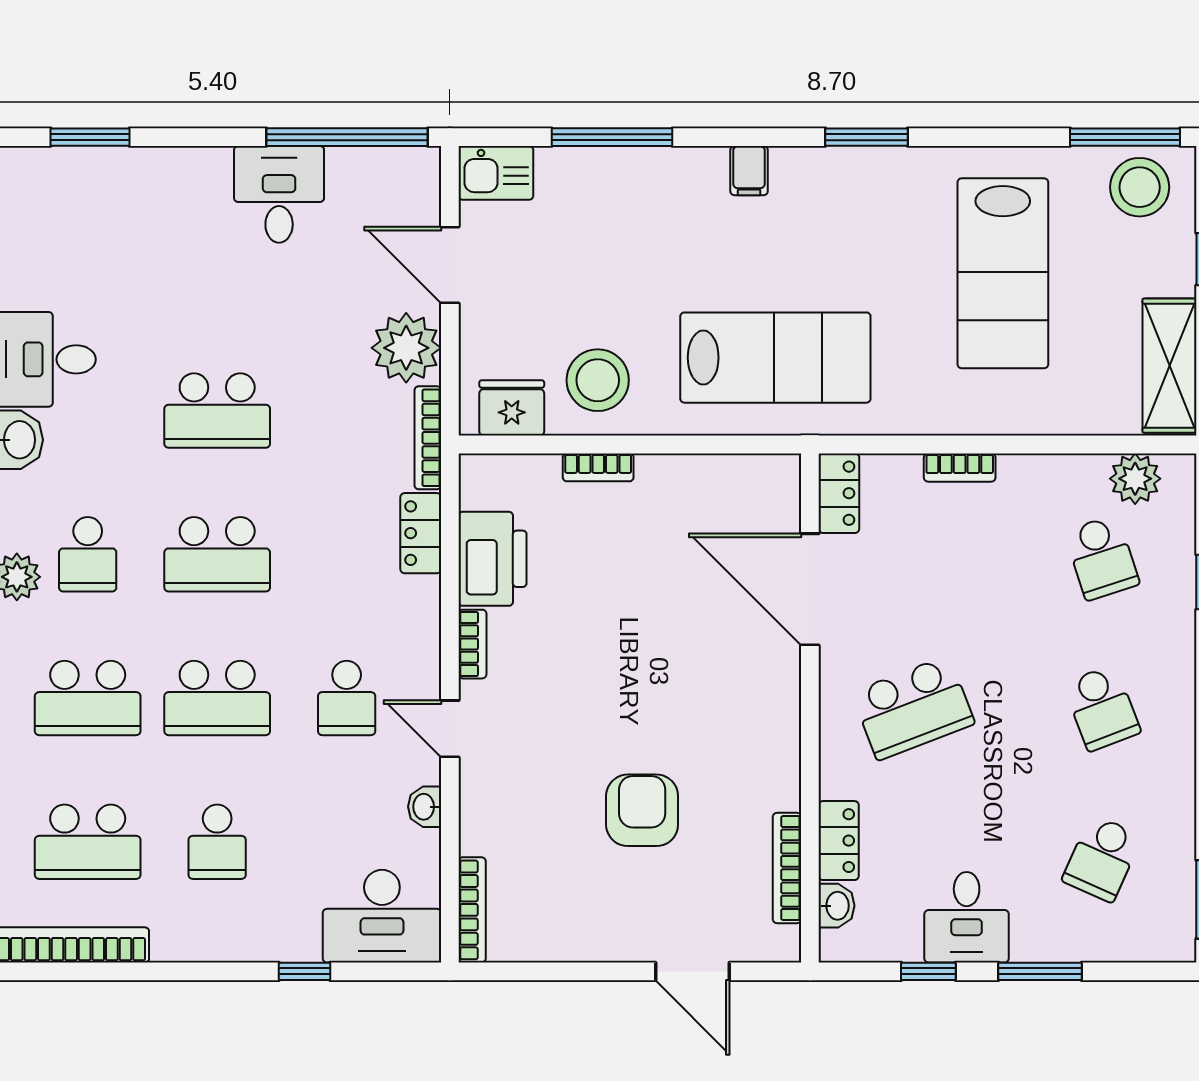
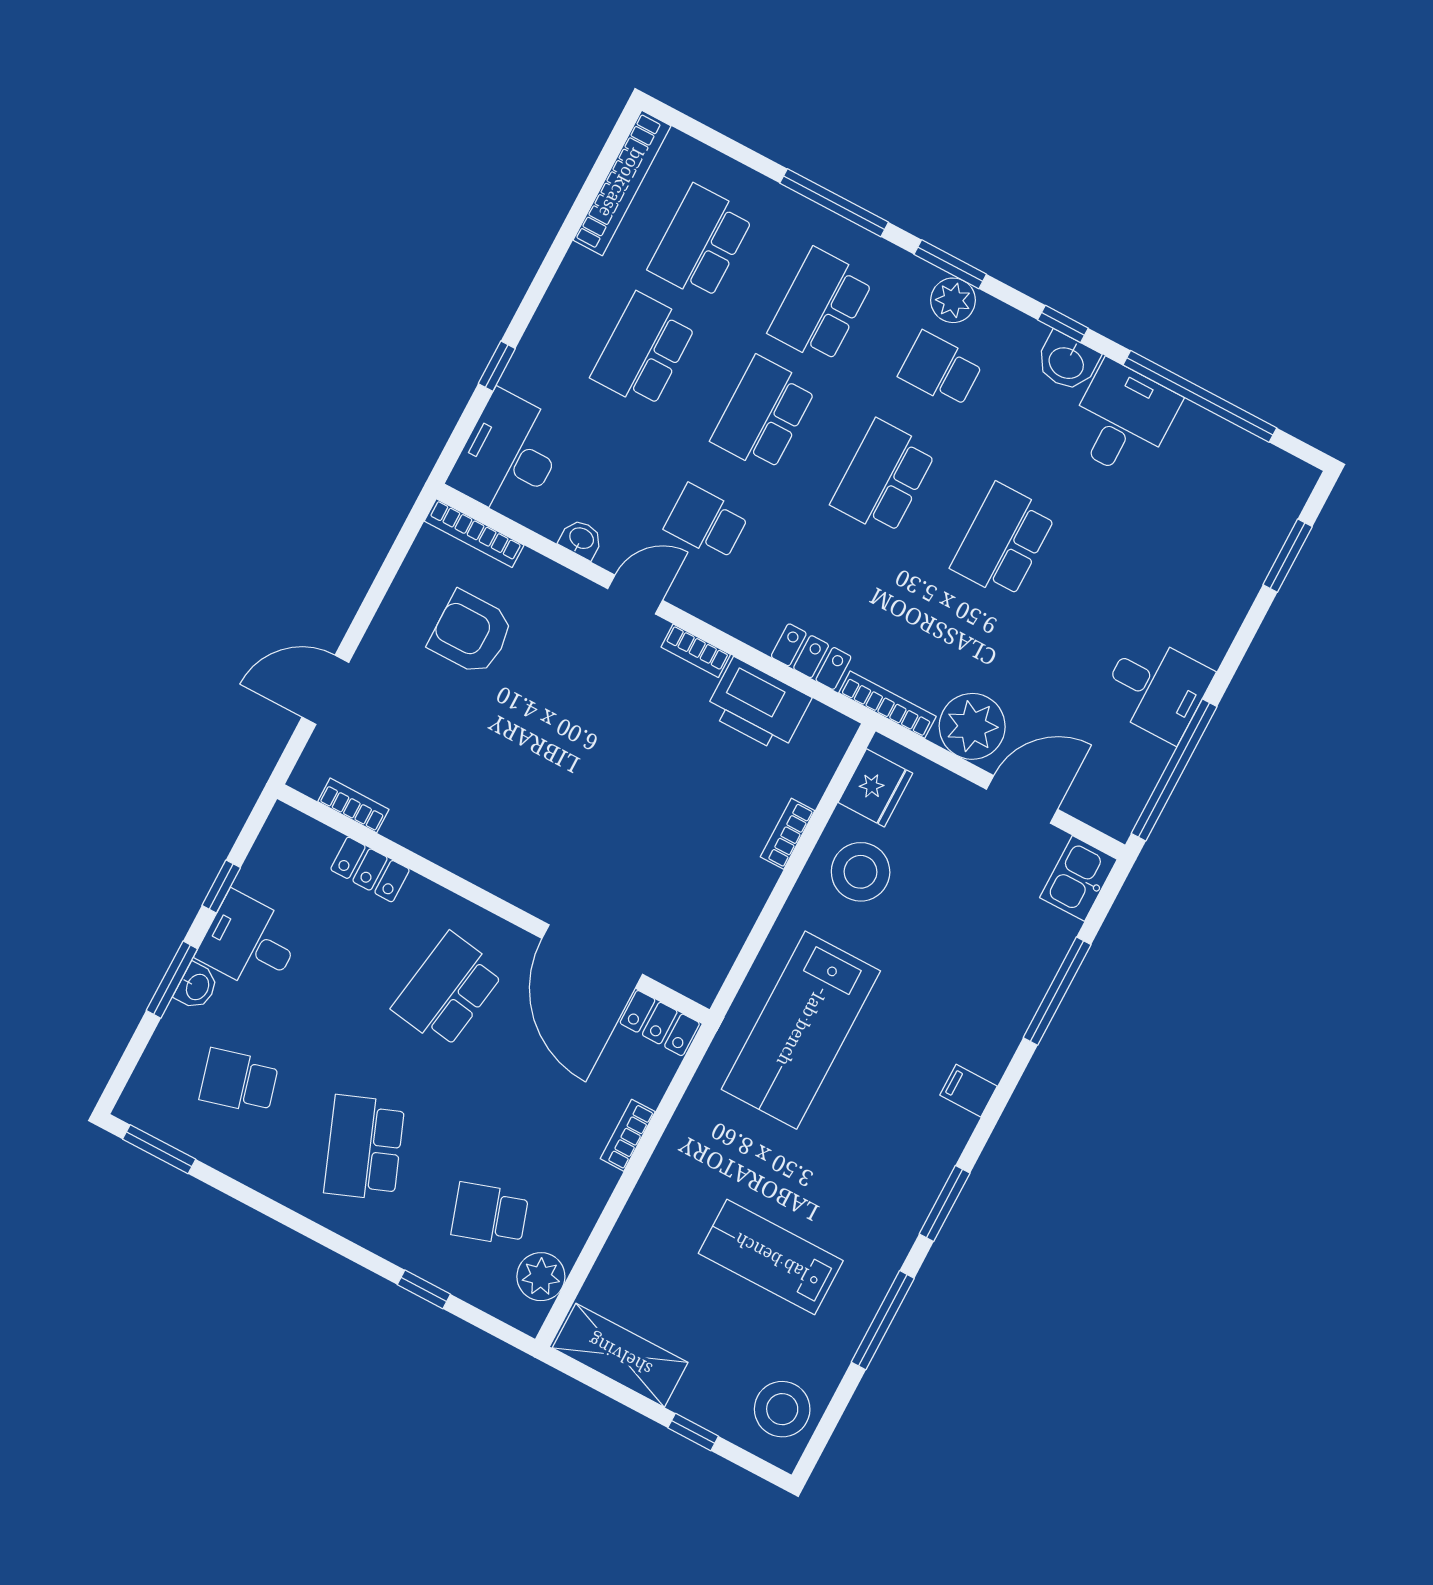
window: (1125, 137) -> (883, 1320), moved
lab bench: (1003, 273) -> (771, 1257), width x0.73, depth x0.72
door: (810, 589) -> (592, 956), swing flipped
school desk: (913, 708) -> (448, 990), turned 30
school desk: (1102, 708) -> (364, 1148), width x1.85
armchair: (642, 810) -> (471, 633), moved, turned 180
school desk: (217, 842) -> (644, 350), width x1.85
school desk: (1102, 858) -> (239, 1081), turned -39
bookcase: (787, 868) -> (353, 805), width x0.64
washbasin: (836, 906) -> (197, 987), moved, turned -90

